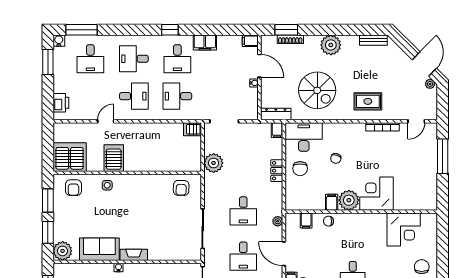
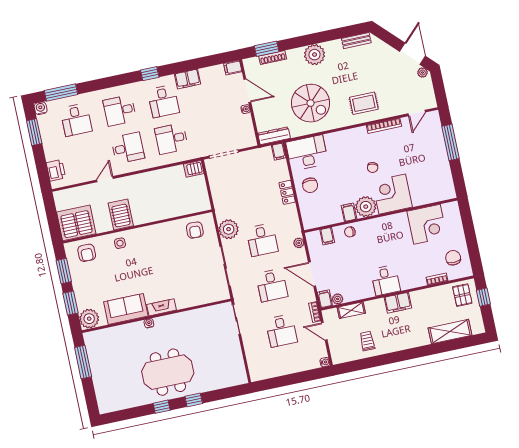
chair: (336, 158) -> (373, 167), moved
plant: (214, 163) -> (229, 229), moved

